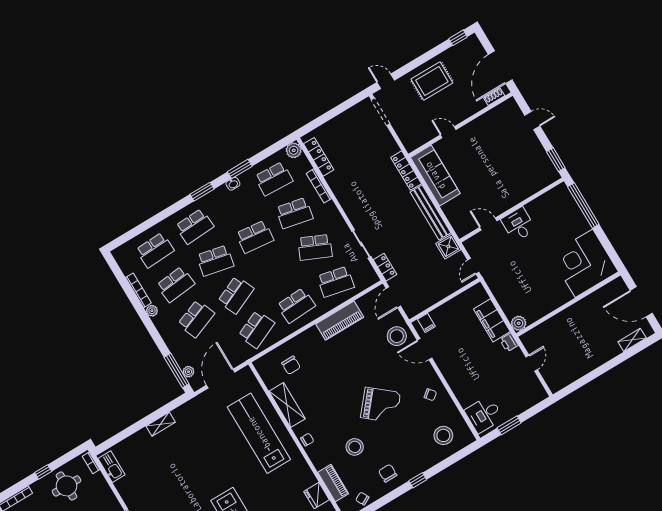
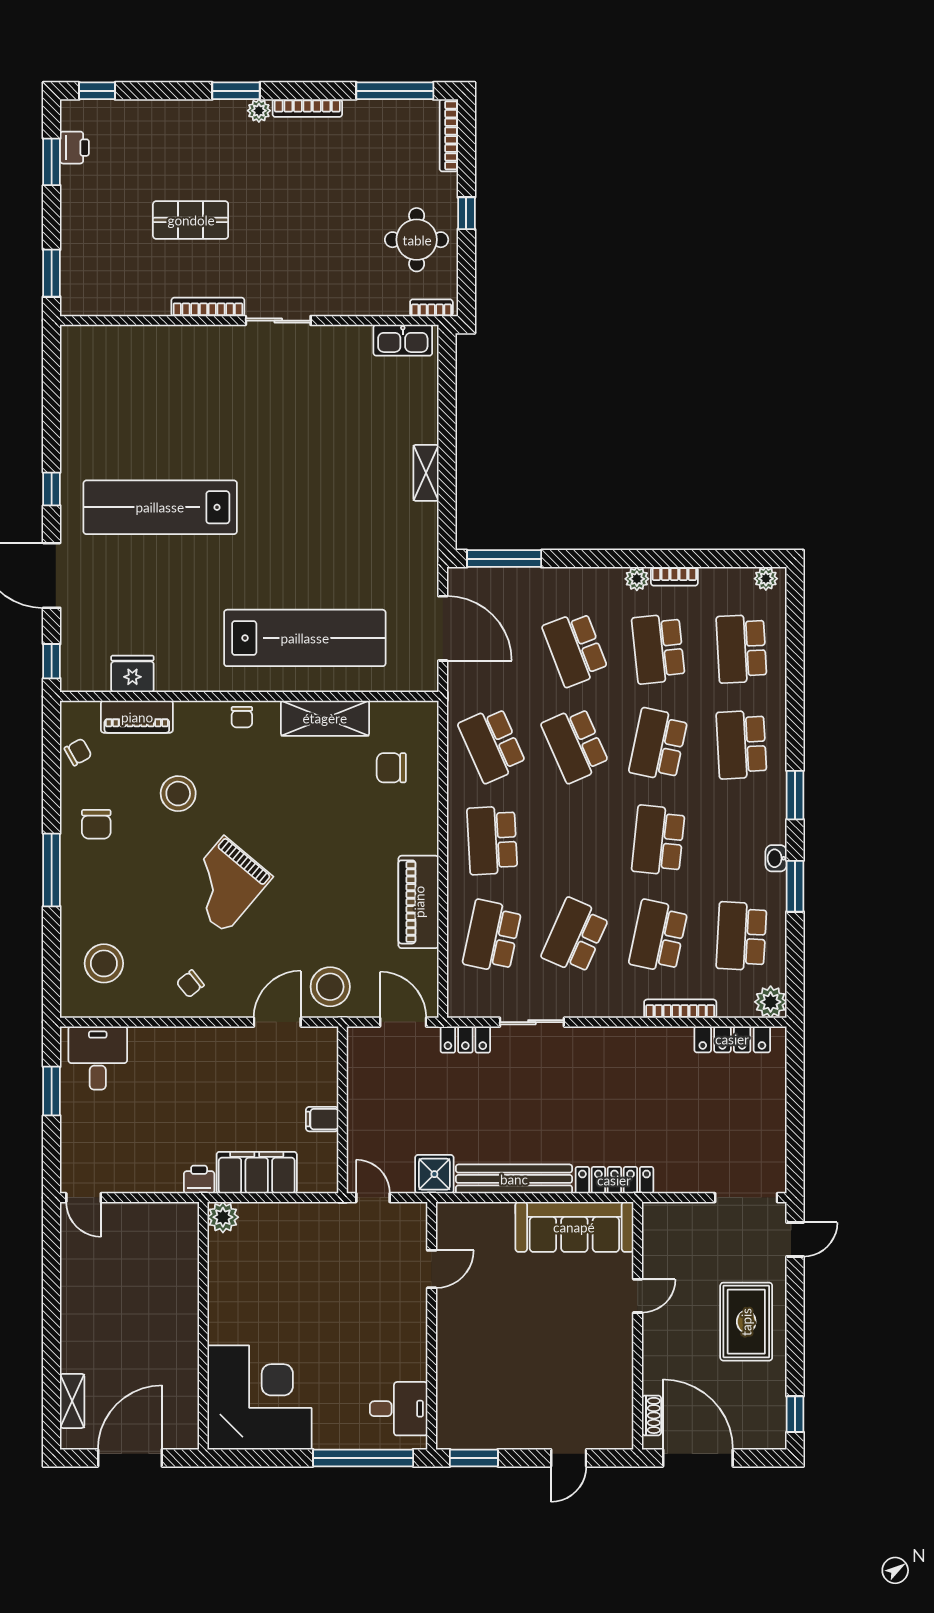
desk: (518, 225) -> (399, 1409), moved
bookcase: (138, 290) -> (674, 576), width x0.64
filing cabinet: (426, 323) -> (322, 1119), moved
door: (532, 363) -> (84, 1198), moved
plant: (188, 372) -> (766, 579), moved
chair: (388, 473) -> (96, 824), turned 90
window: (418, 480) -> (52, 870), width x2.17

